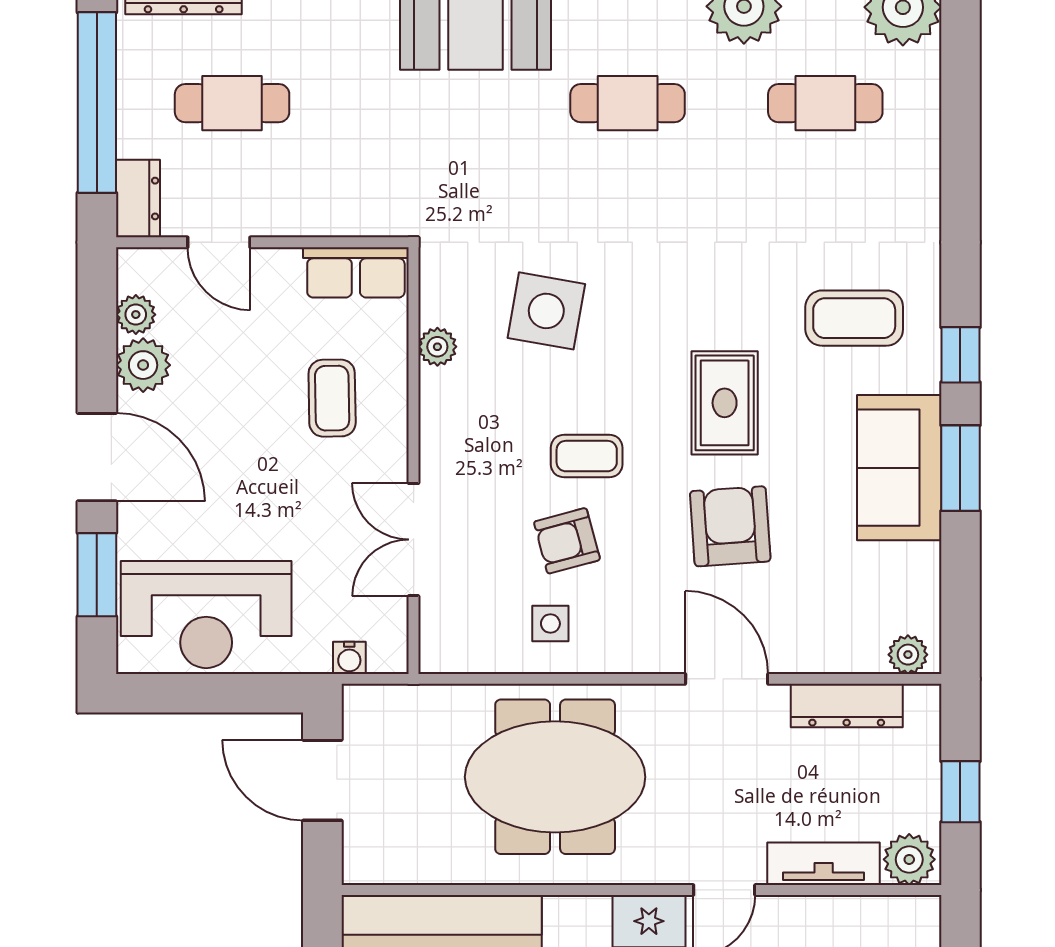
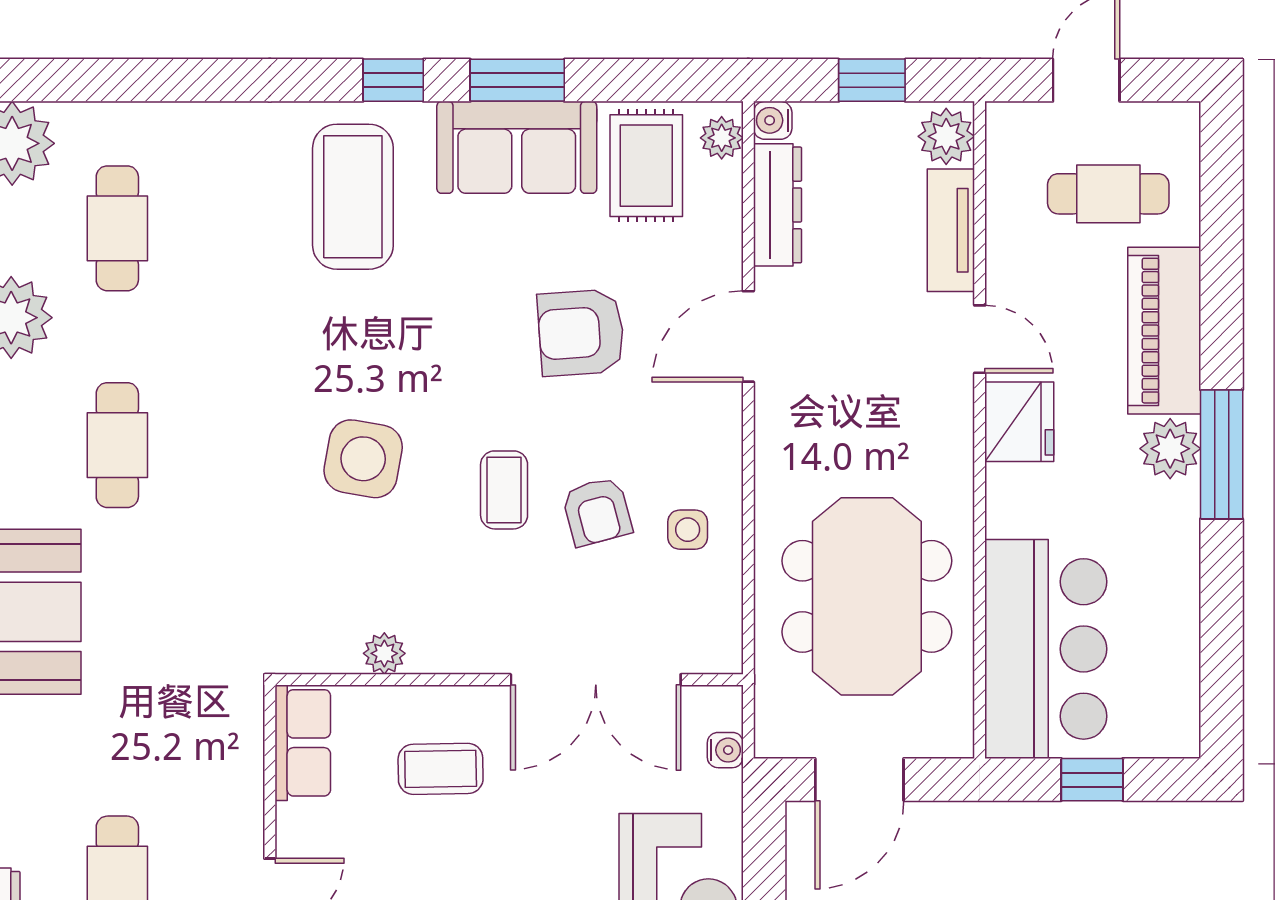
side table: (546, 311) -> (363, 459), moved
coffee table: (854, 318) -> (353, 197), width x1.36, depth x1.32
rug: (725, 403) -> (646, 166), moved, turned 90
double door: (414, 540) -> (596, 680), width x1.37
water cooler: (924, 701) -> (773, 120), added
meeting table: (555, 777) -> (867, 596), moved

